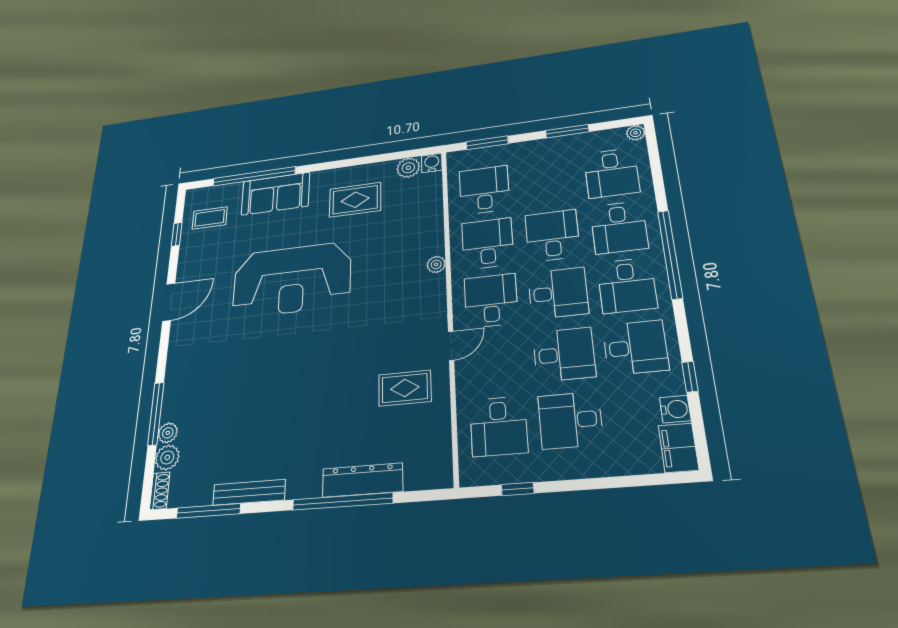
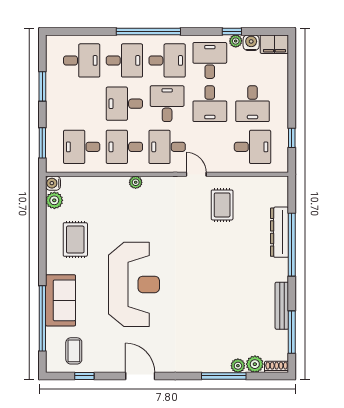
plant: (636, 133) -> (236, 41), moved
desk: (564, 354) -> (210, 104), turned 180

